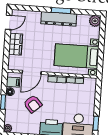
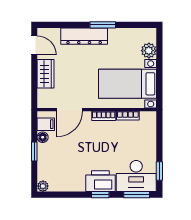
dresser: (59, 19) -> (84, 36), moved
plant: (95, 21) -> (149, 51), moved
door: (9, 22) -> (34, 45), hinge flipped
armchair: (33, 104) -> (74, 151), removed

